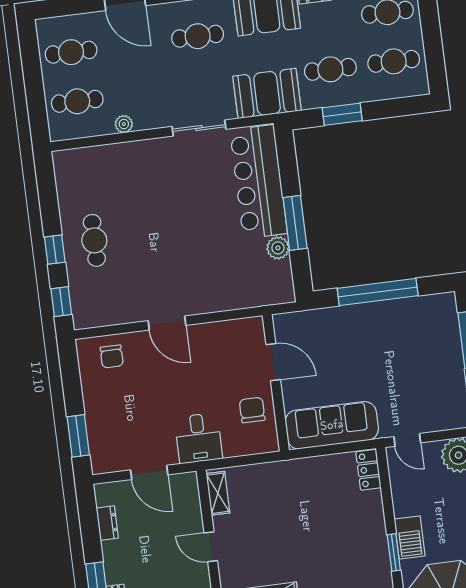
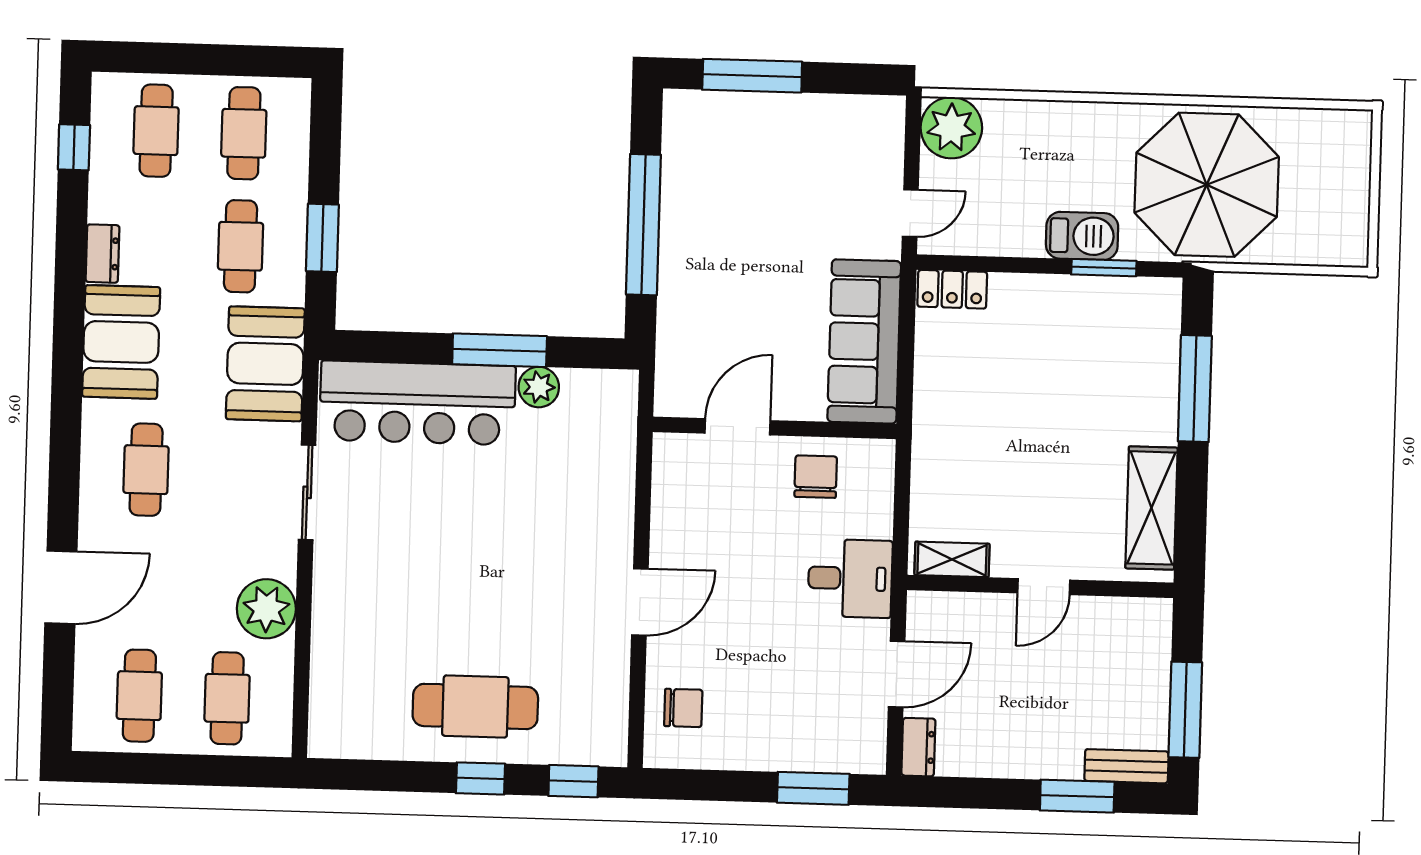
plant: (124, 124) -> (266, 609), width x1.87, depth x1.87
cafe table: (94, 240) -> (475, 706), width x1.37, depth x1.35
chair: (252, 410) -> (816, 477), turned 90
dresser: (107, 523) -> (918, 747), moved, turned 90

